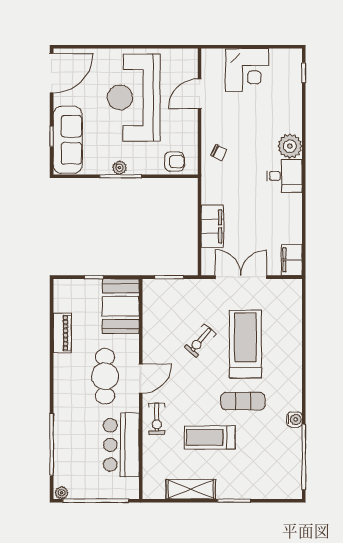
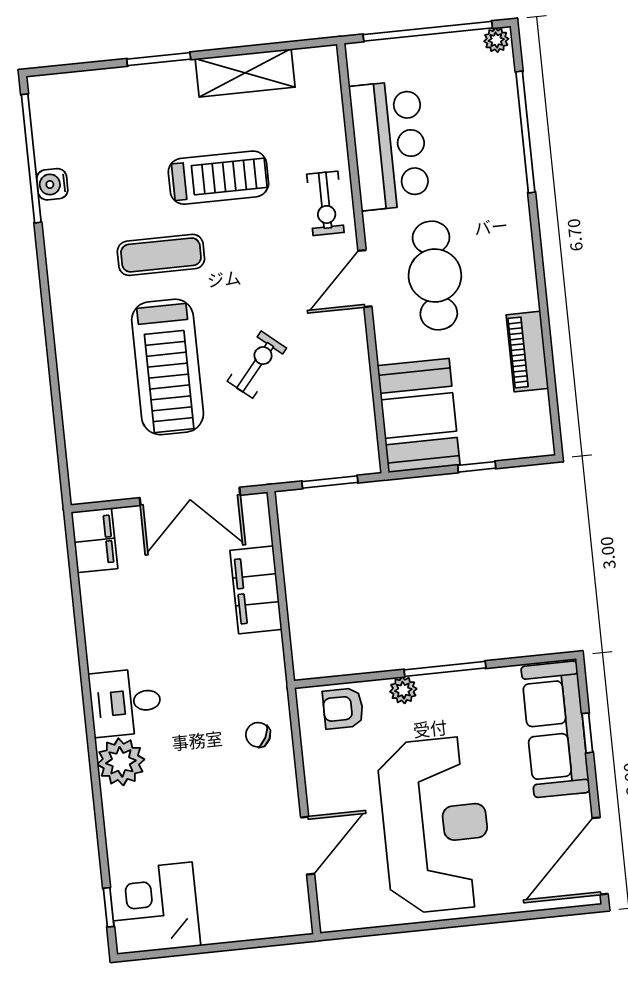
corner desk: (247, 70) -> (154, 908), moved
plant: (119, 168) -> (403, 690), moved
exercise bike: (157, 419) -> (325, 203), turned 180
water cooler: (294, 420) -> (52, 184), moved

